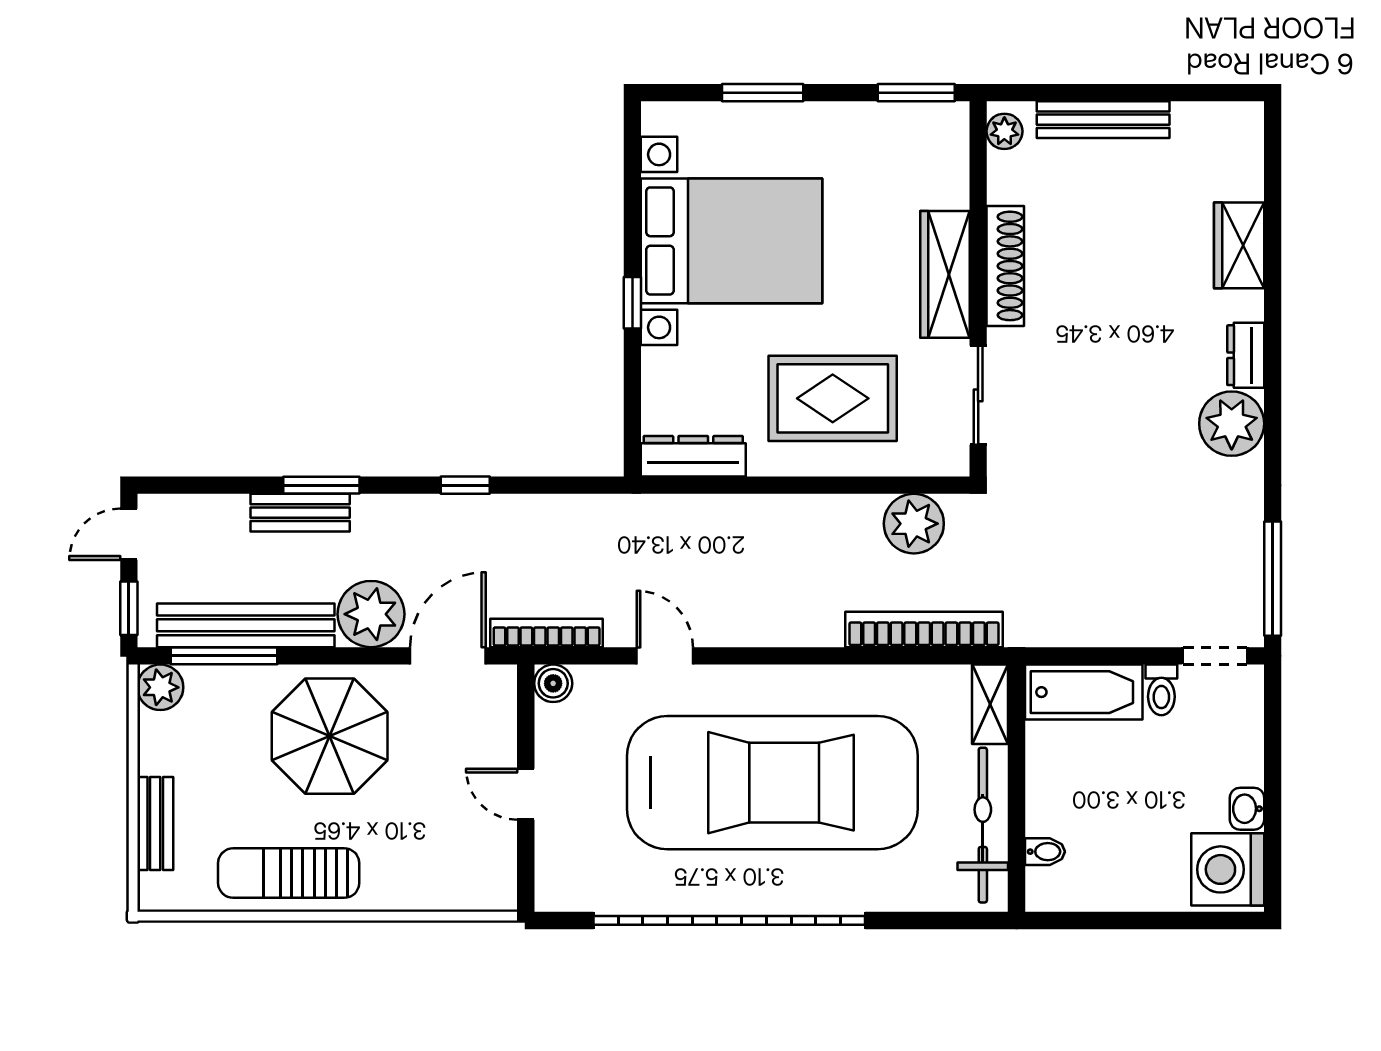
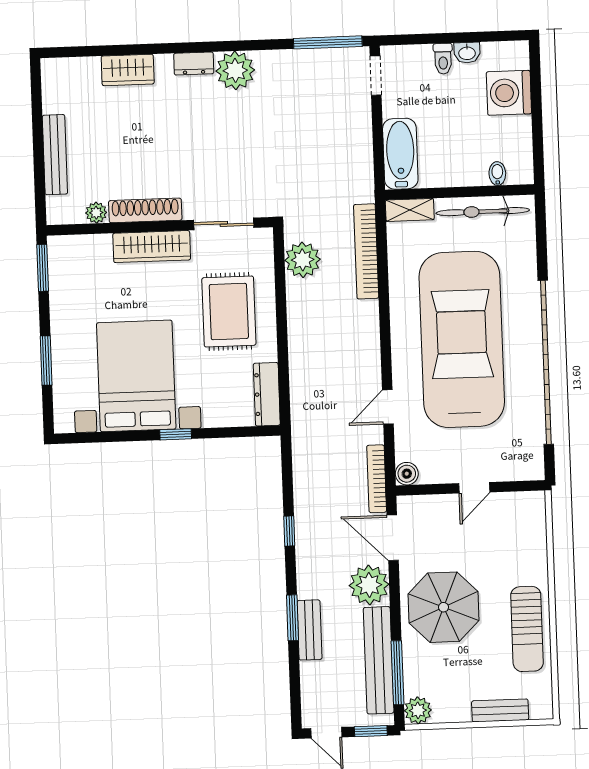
plant: (1004, 131) -> (96, 213), moved
toilet: (1161, 690) -> (443, 59), moved, turned 90
washing machine: (1228, 869) -> (509, 93), moved, turned 90

